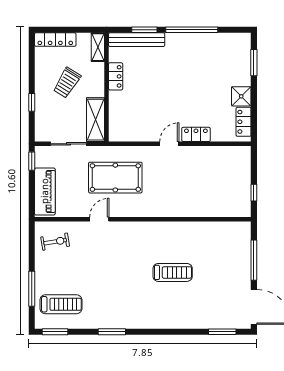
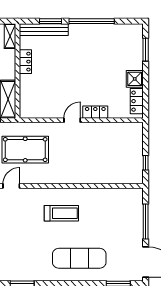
treadmill: (173, 272) -> (61, 213), moved
exercise mat: (177, 303) -> (79, 258), added

